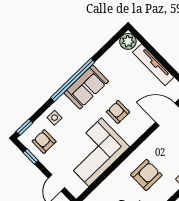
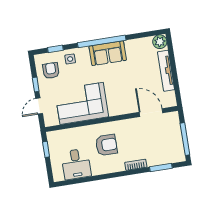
armchair: (118, 112) -> (118, 86), removed
window: (24, 127) -> (55, 49), moved
window: (31, 156) -> (36, 85), moved

